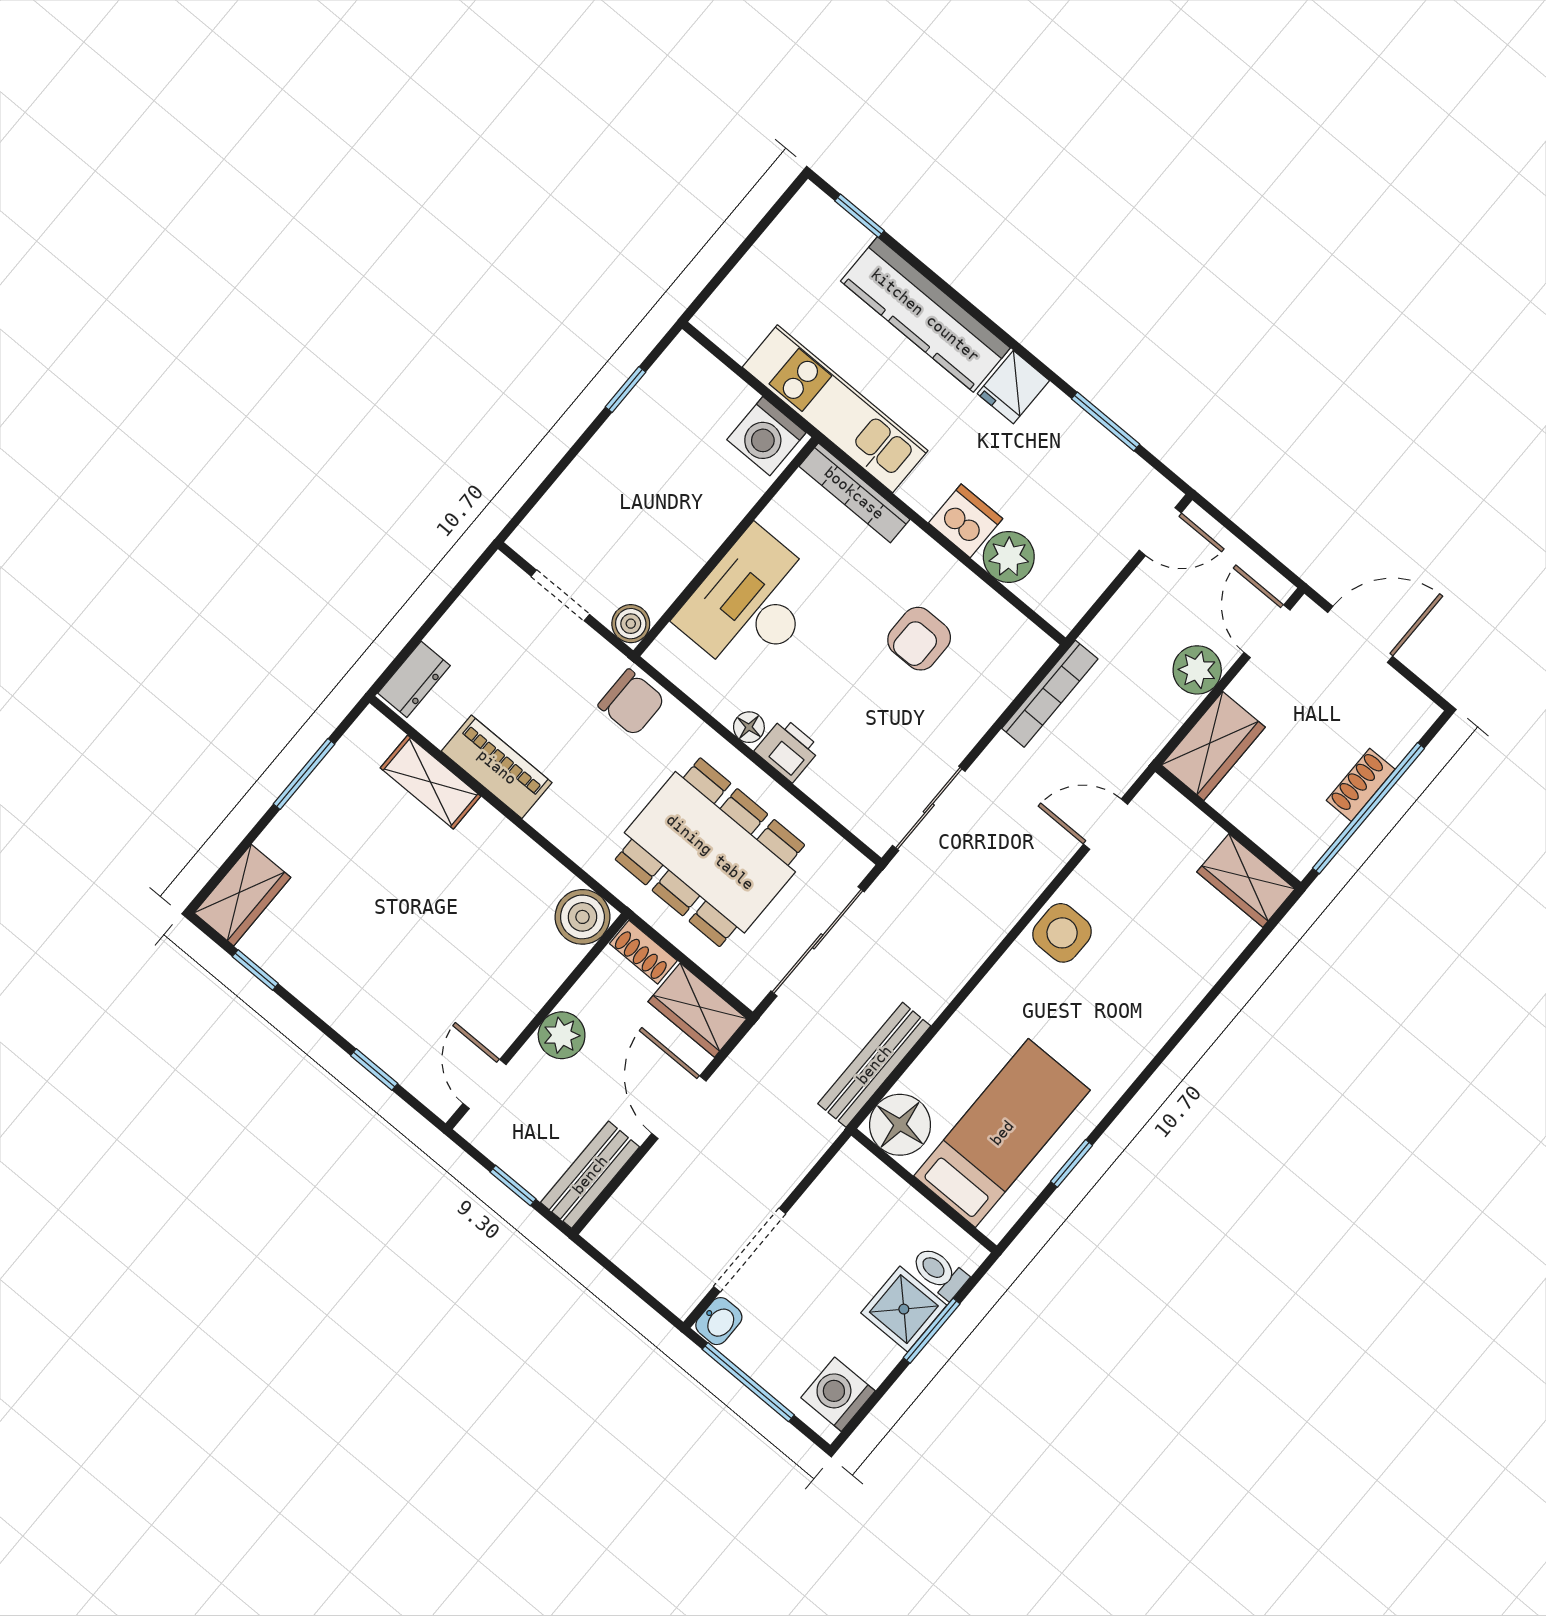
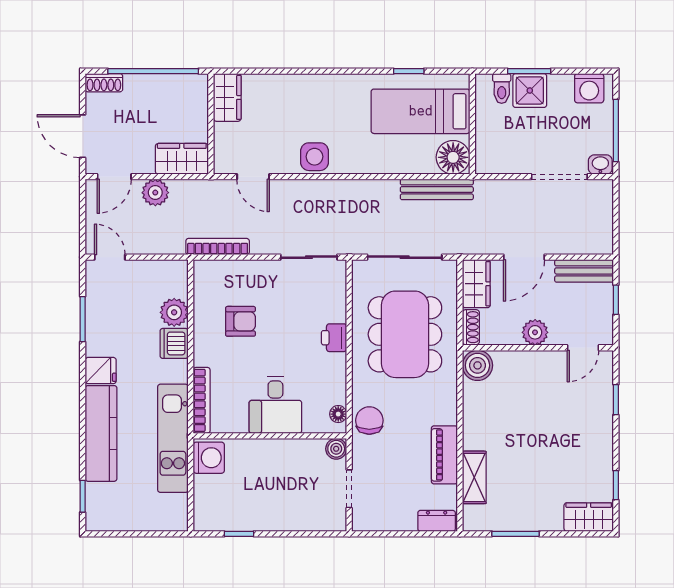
desk: (751, 604) -> (275, 405), width x0.73
floor lamp: (749, 727) -> (338, 414), moved
shoe rack: (1361, 785) -> (104, 83), moved

